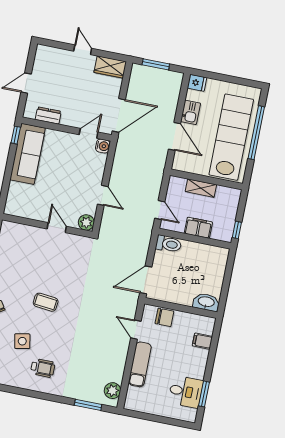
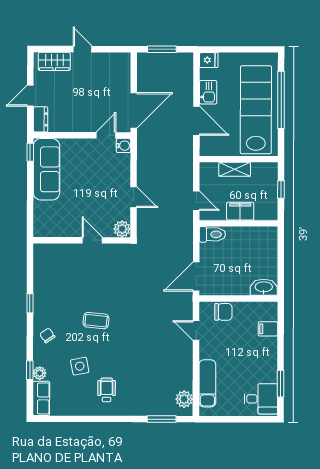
wardrobe: (110, 67) -> (54, 61), moved
dresser: (48, 115) -> (41, 119), moved, turned 90
window: (237, 230) -> (281, 190), moved
exam couch: (140, 364) -> (207, 383), moved
wheelchair: (43, 368) -> (107, 390), turned -90
desk: (186, 392) -> (261, 399), moved

